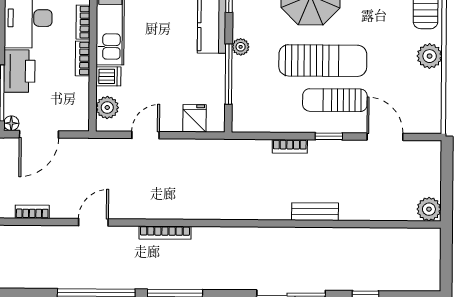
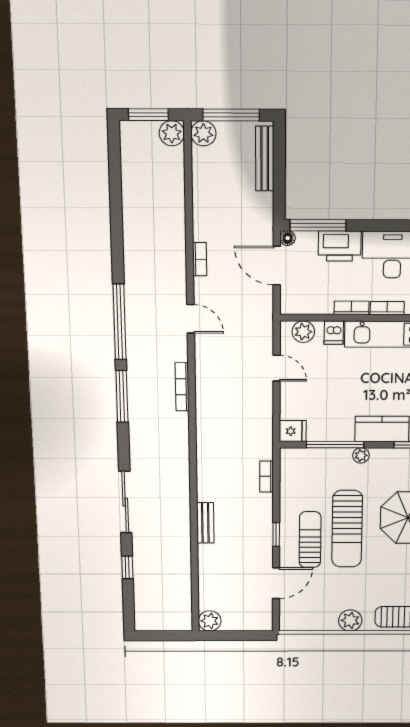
fridge: (195, 118) -> (293, 431), moved
bookcase: (290, 146) -> (267, 476), moved

